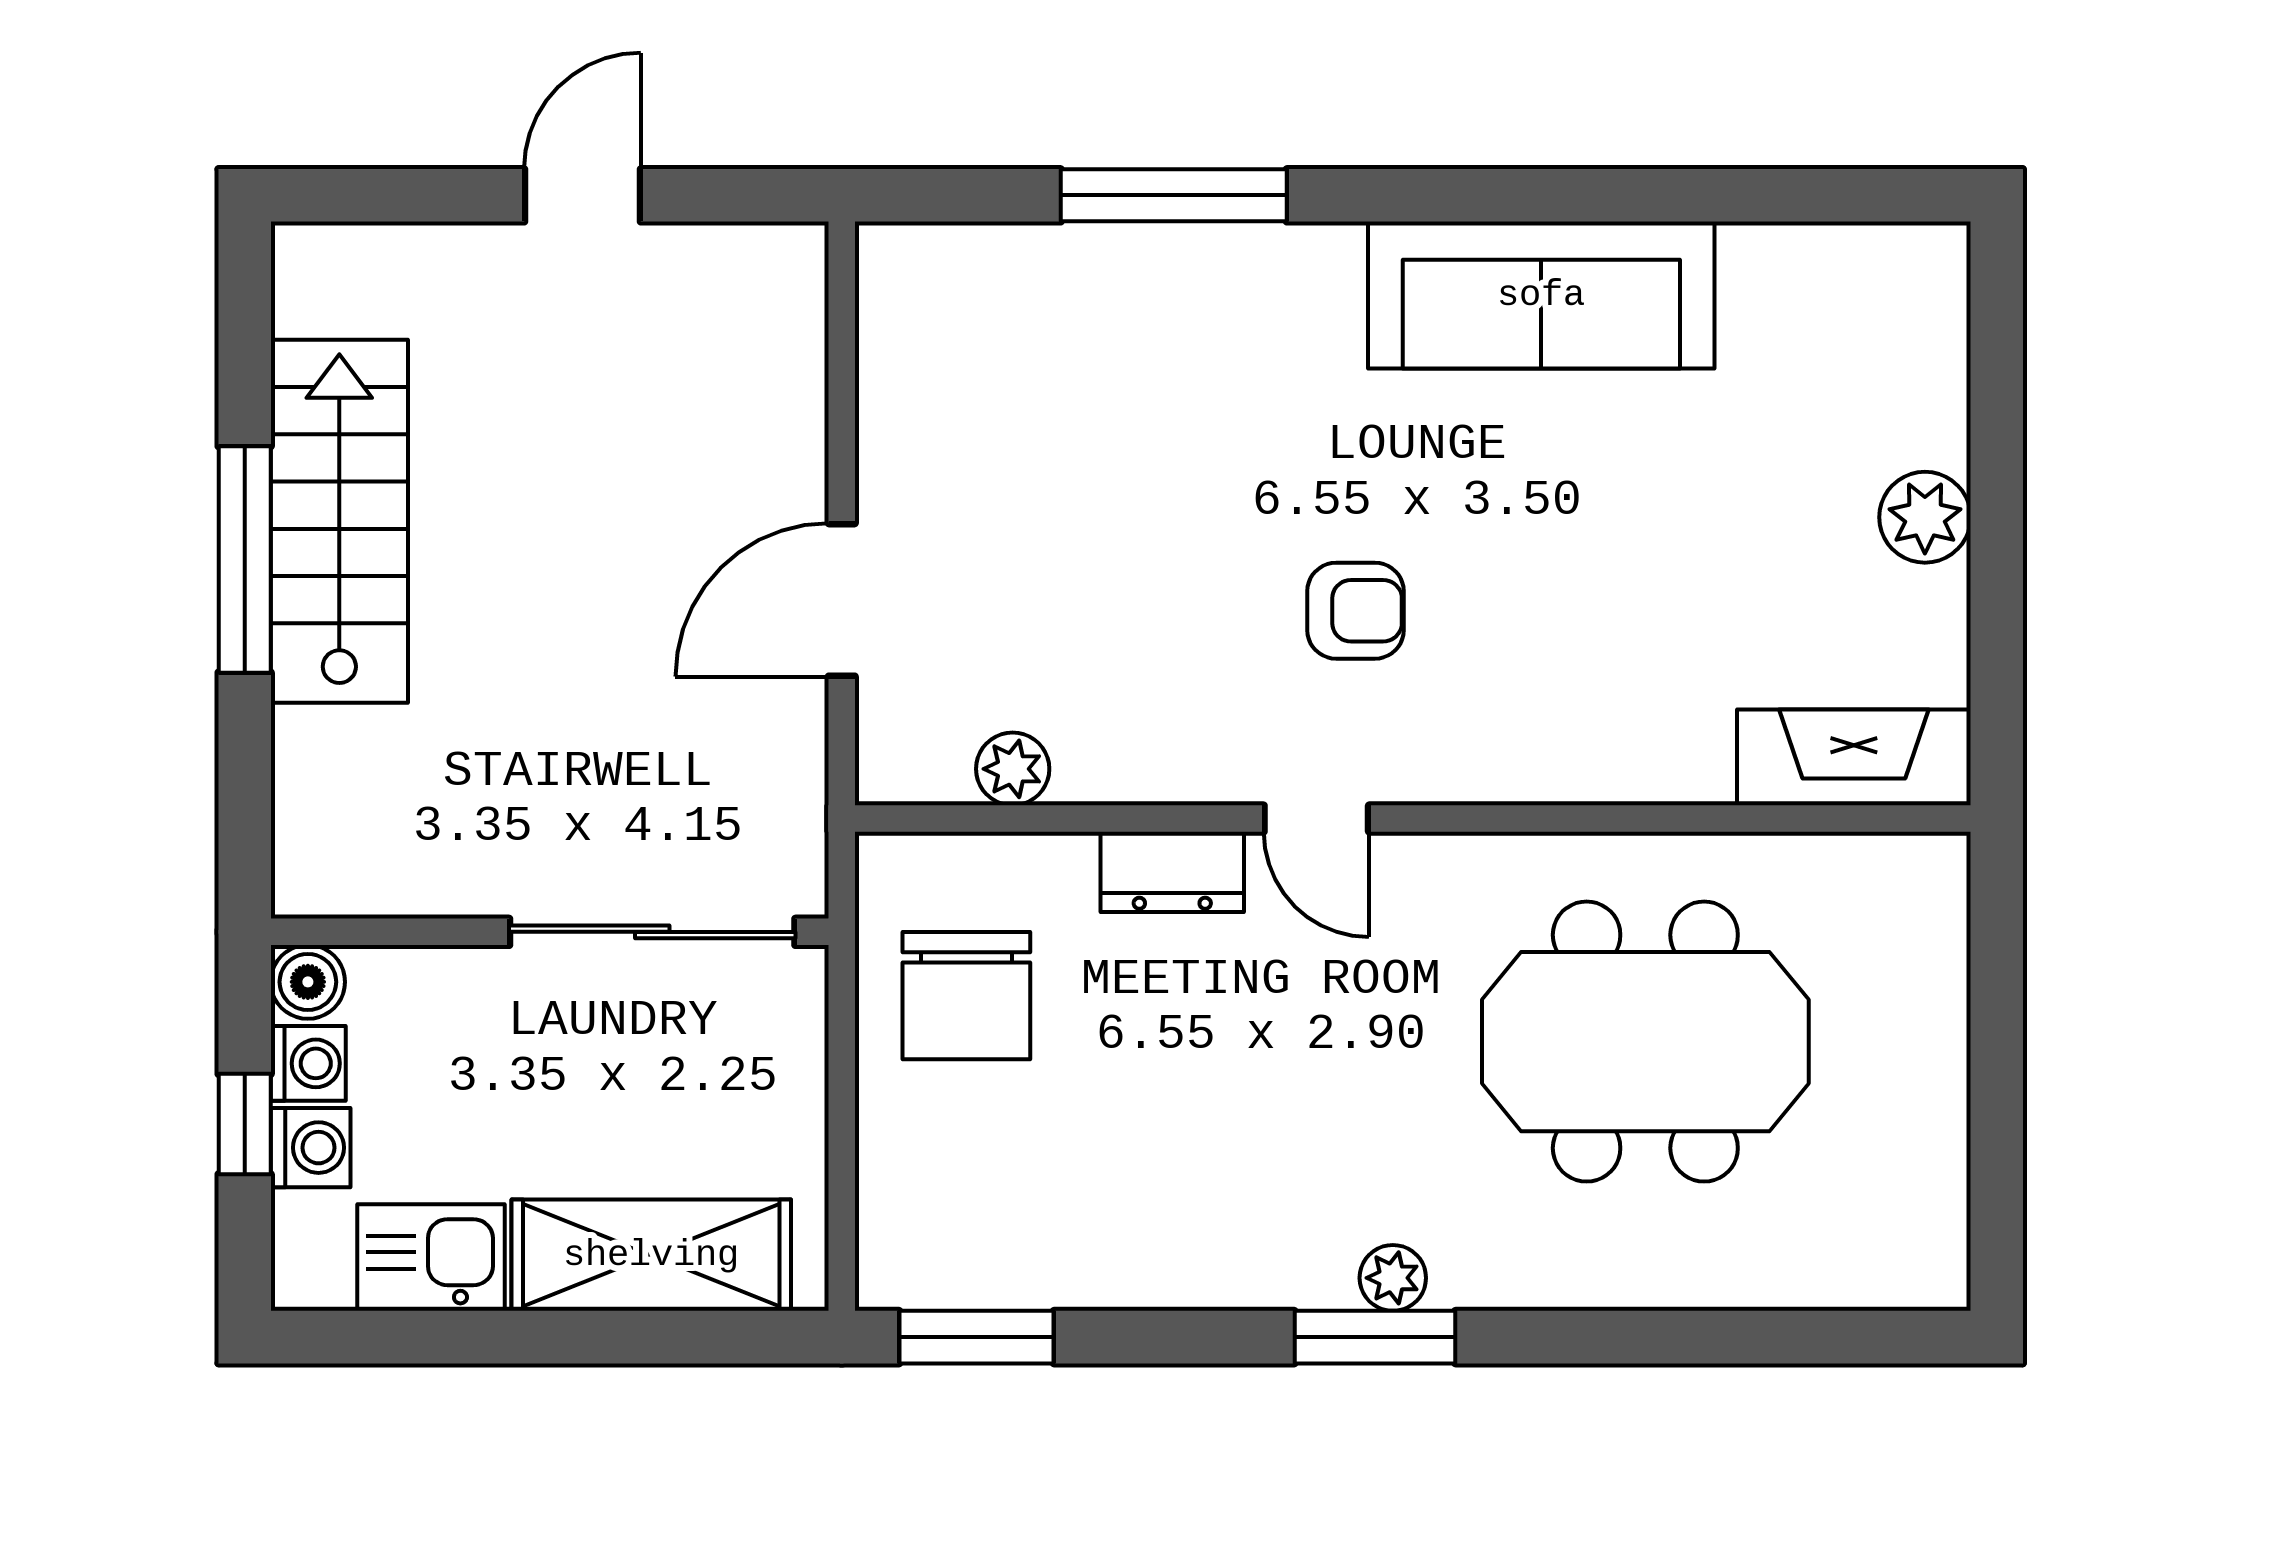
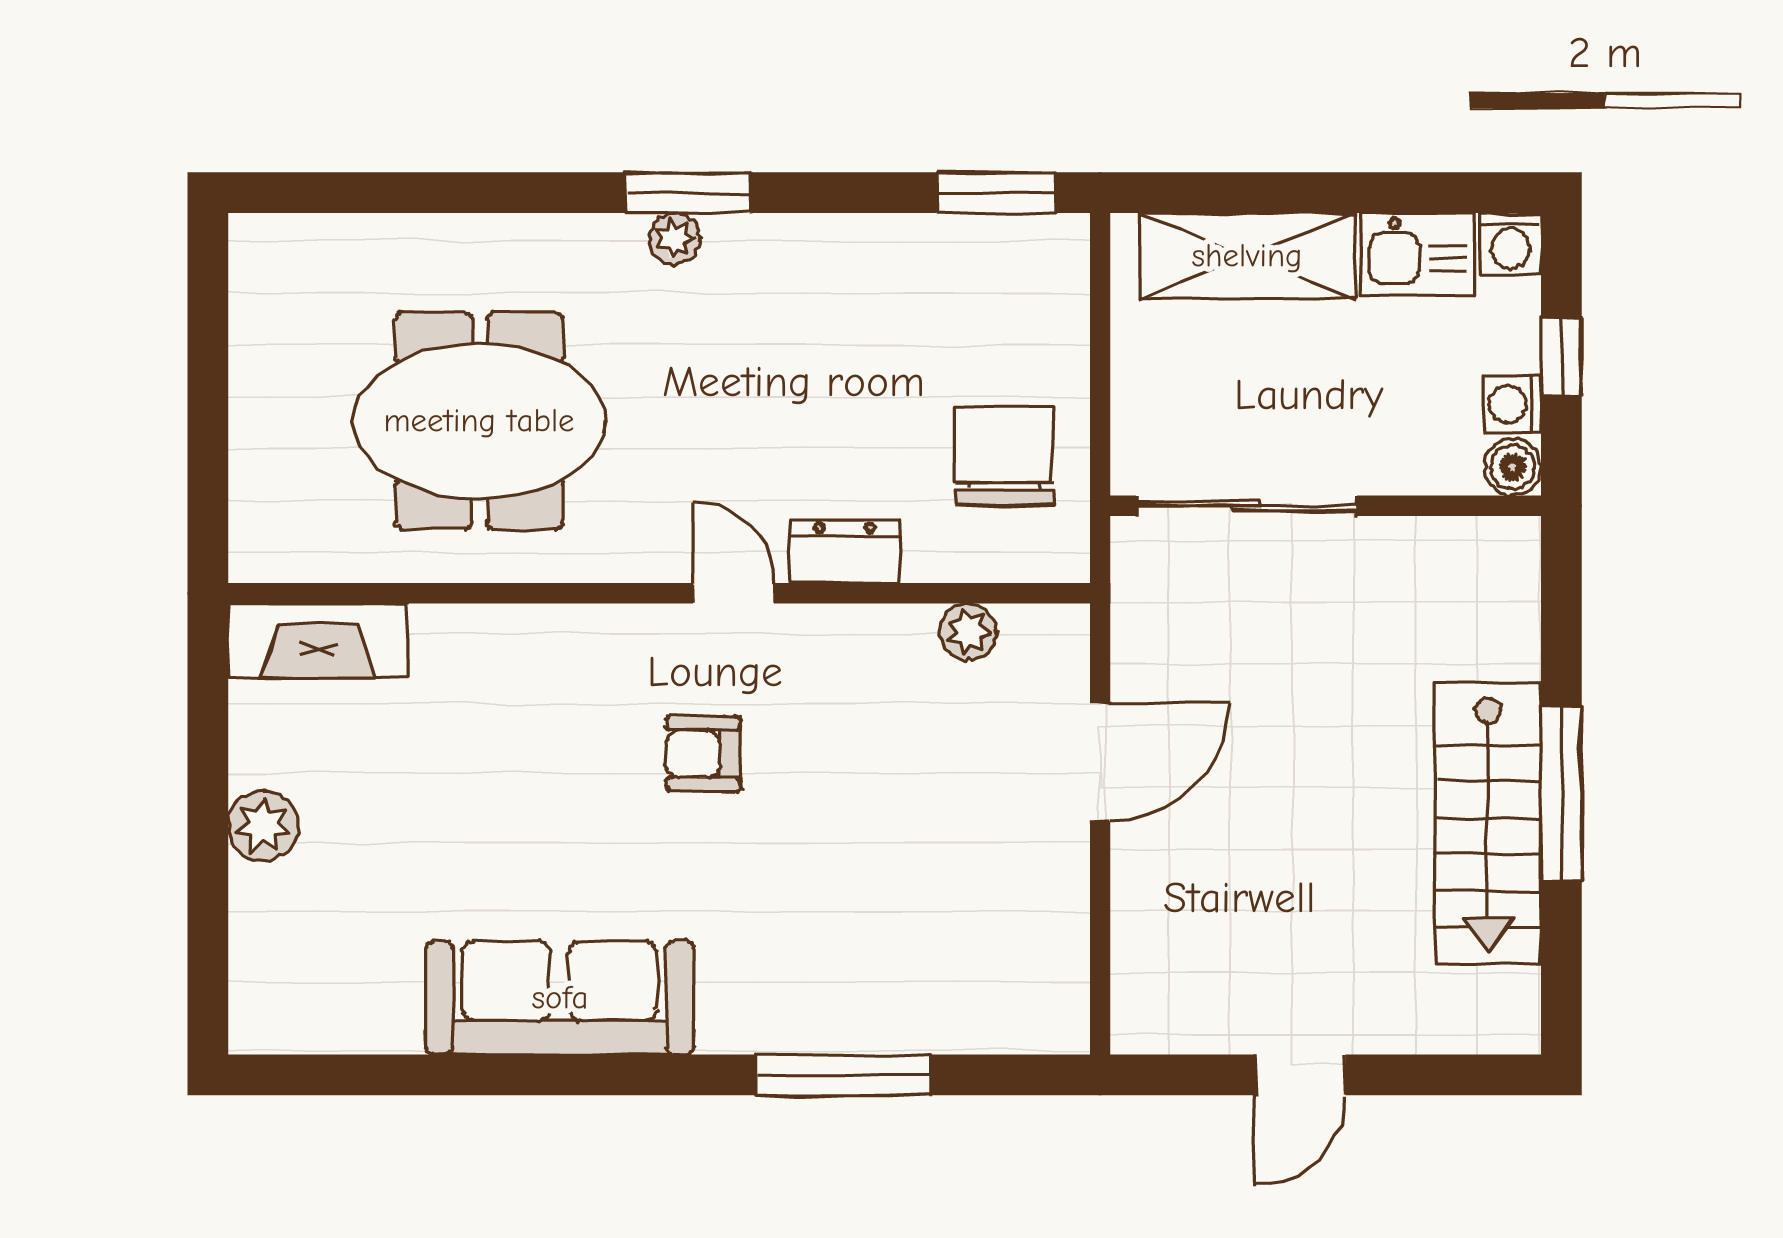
washing machine: (311, 1148) -> (1510, 244), moved, turned -90

